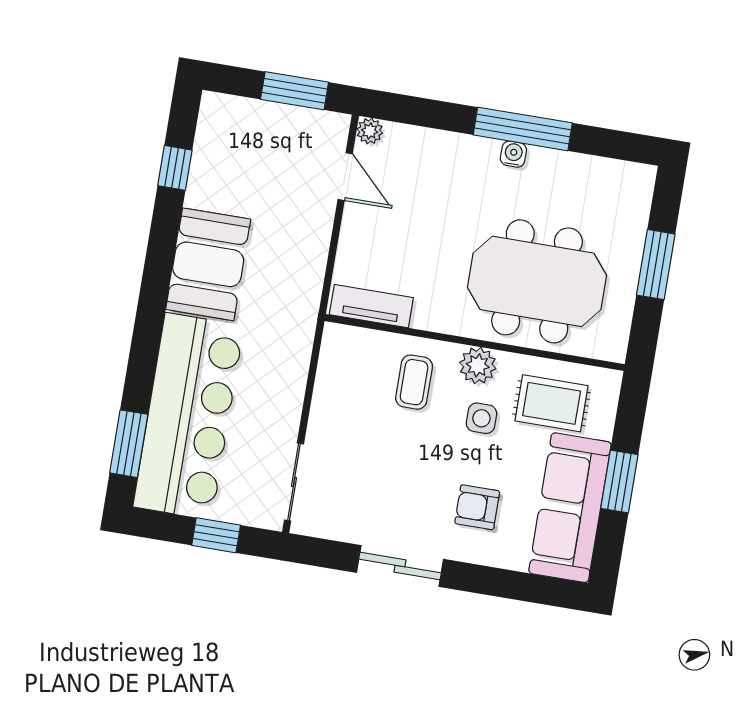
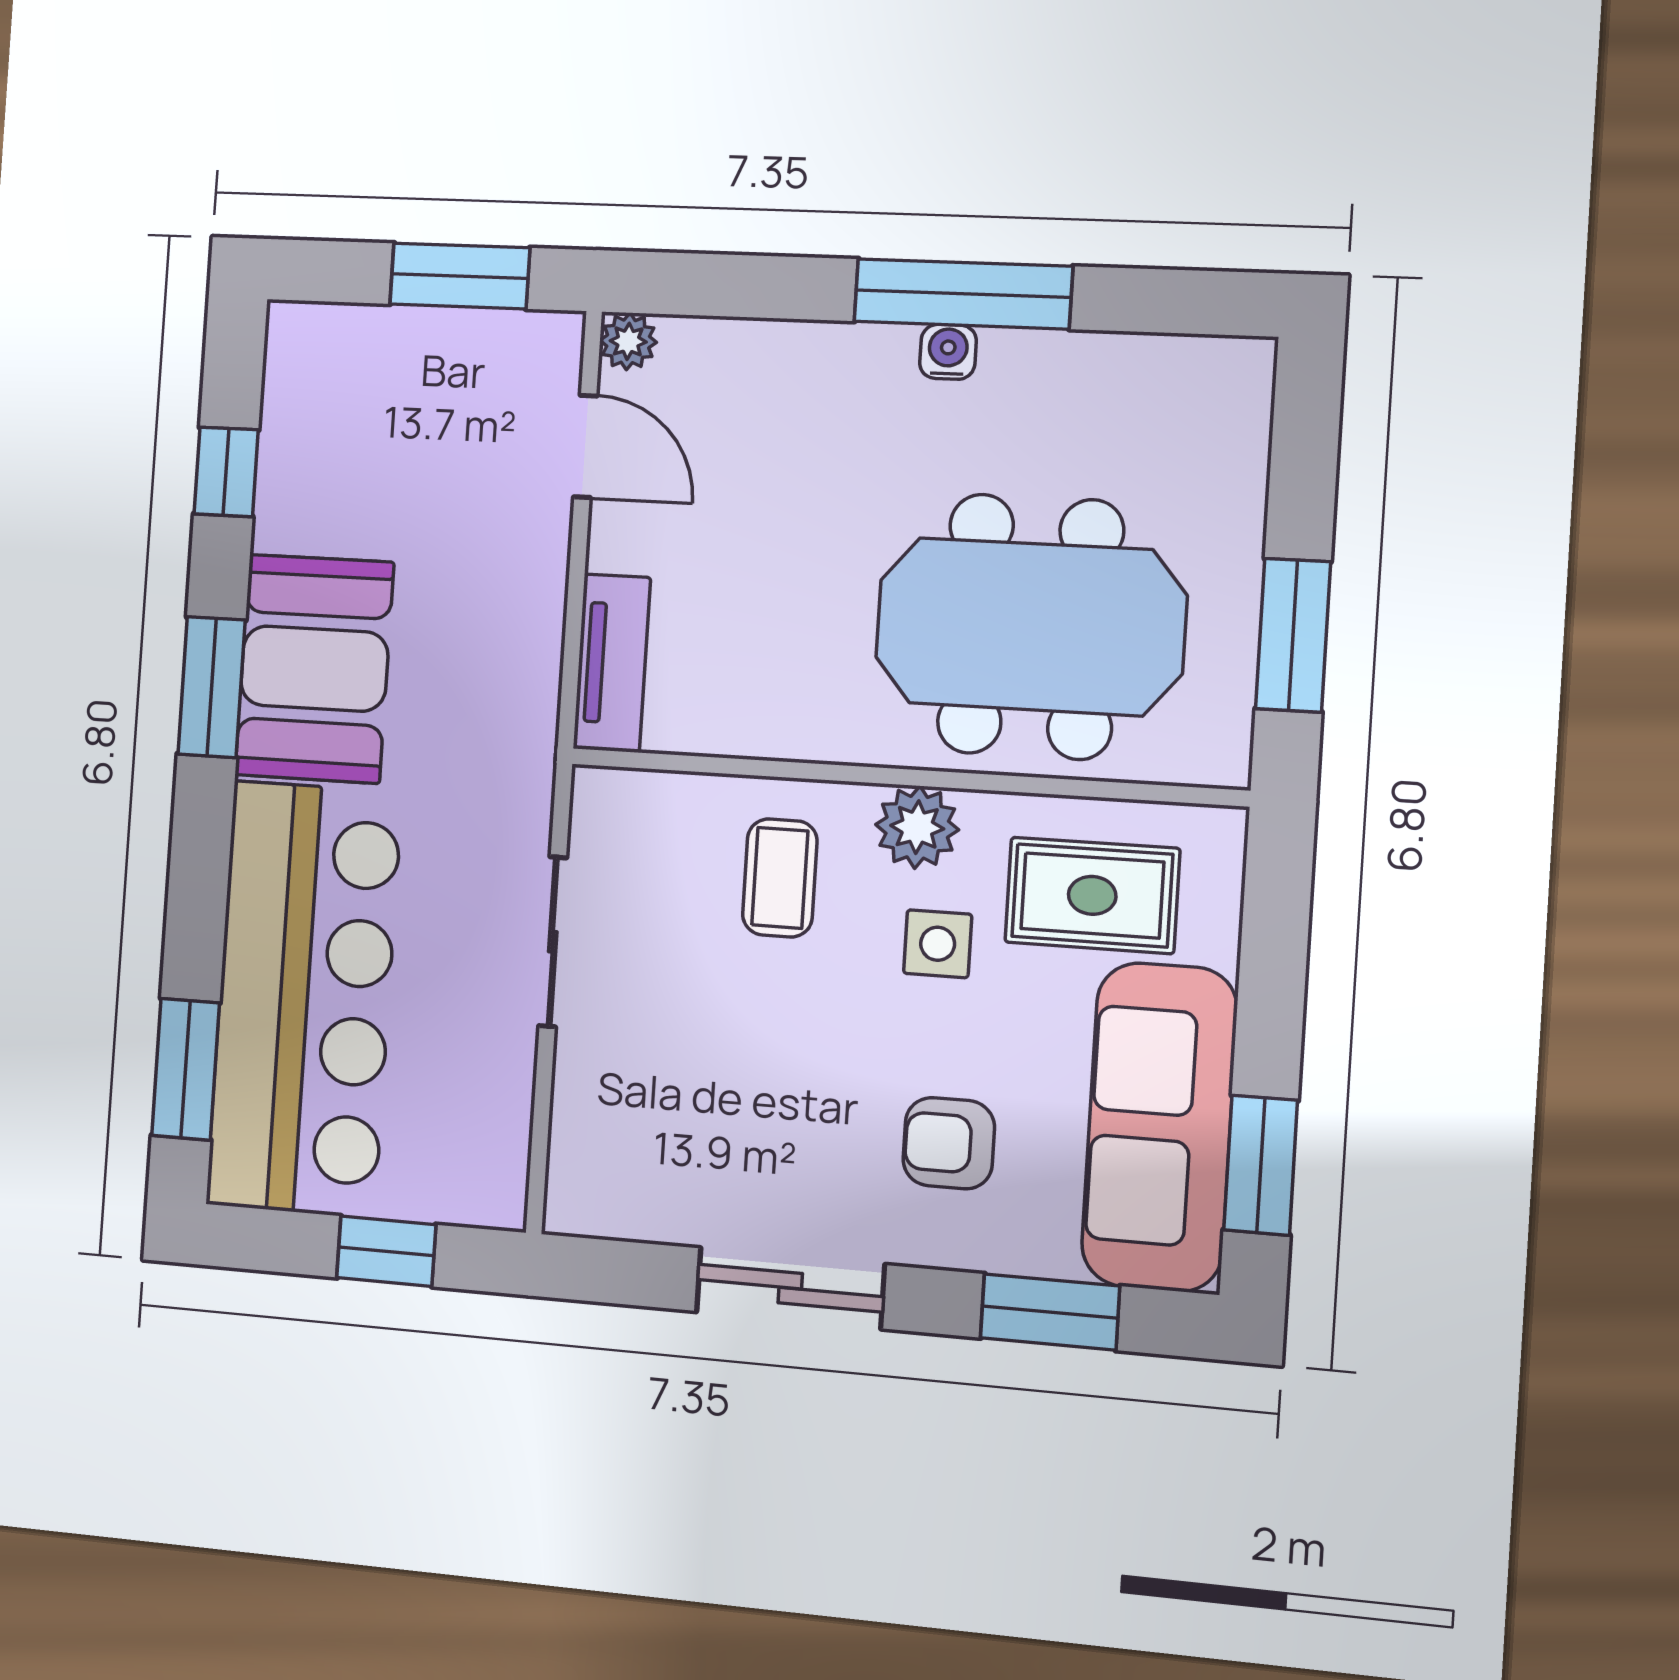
window: (656, 265) -> (1293, 635), moved
window: (158, 268) -> (212, 687), added
tv unit: (371, 306) -> (612, 663), moved, turned 90
window: (619, 481) -> (1261, 1165), moved
sliding door: (294, 482) -> (553, 942), moved
window: (514, 585) -> (1050, 1312), added

